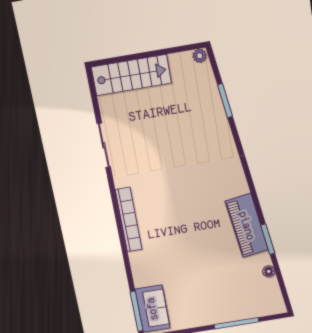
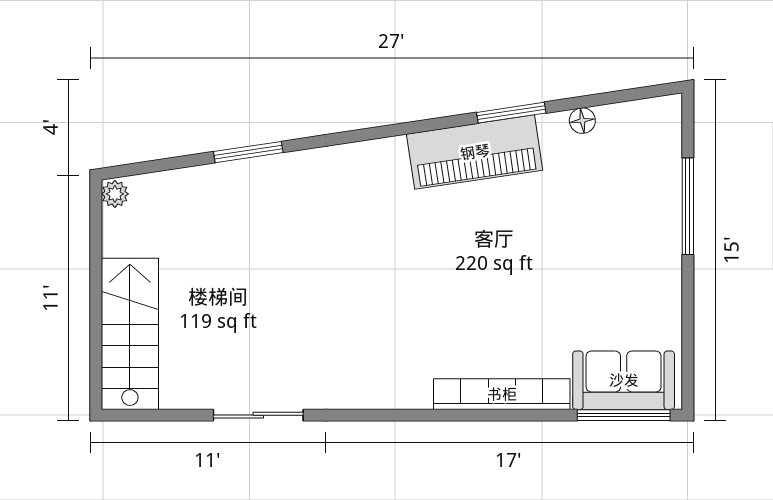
window: (225, 101) -> (248, 152), moved
bookcase: (129, 220) -> (502, 394), moved

